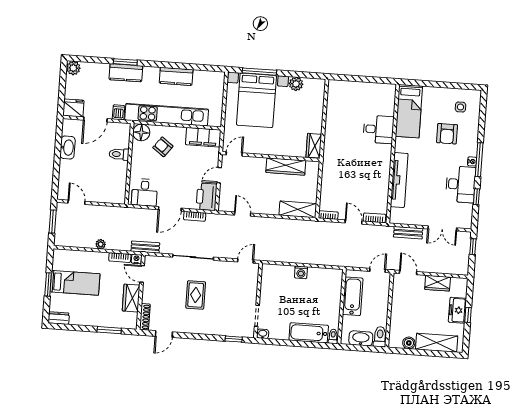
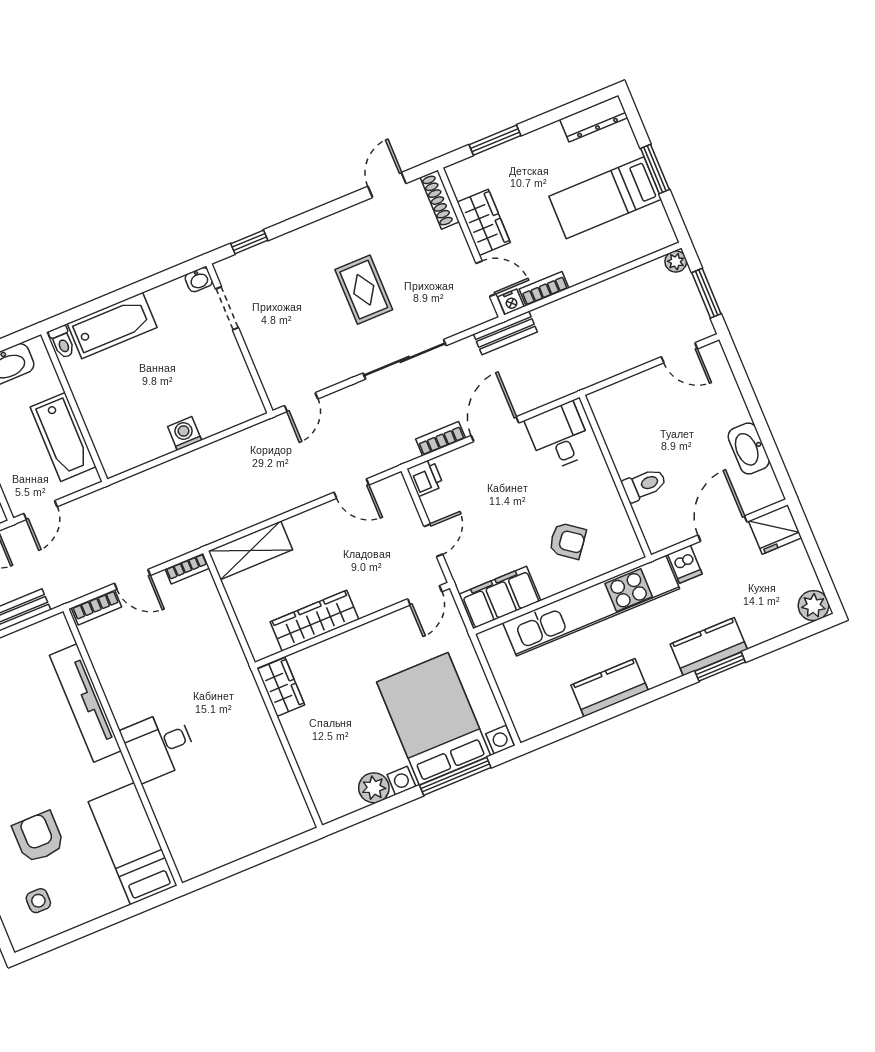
desk: (378, 129) -> (159, 745), moved
floor lamp: (141, 132) -> (622, 548), removed
printer: (207, 197) -> (425, 477), width x0.53, depth x0.68
plant: (101, 244) -> (676, 262), moved
dresser: (59, 318) -> (594, 119), width x1.44

